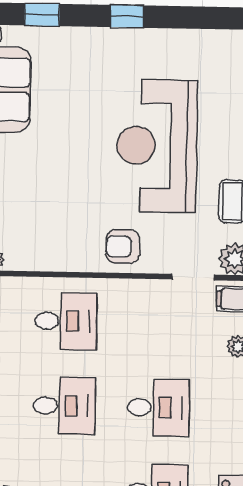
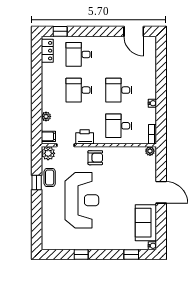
window: (127, 16) -> (81, 255), moved
printer: (147, 296) -> (85, 137), added

